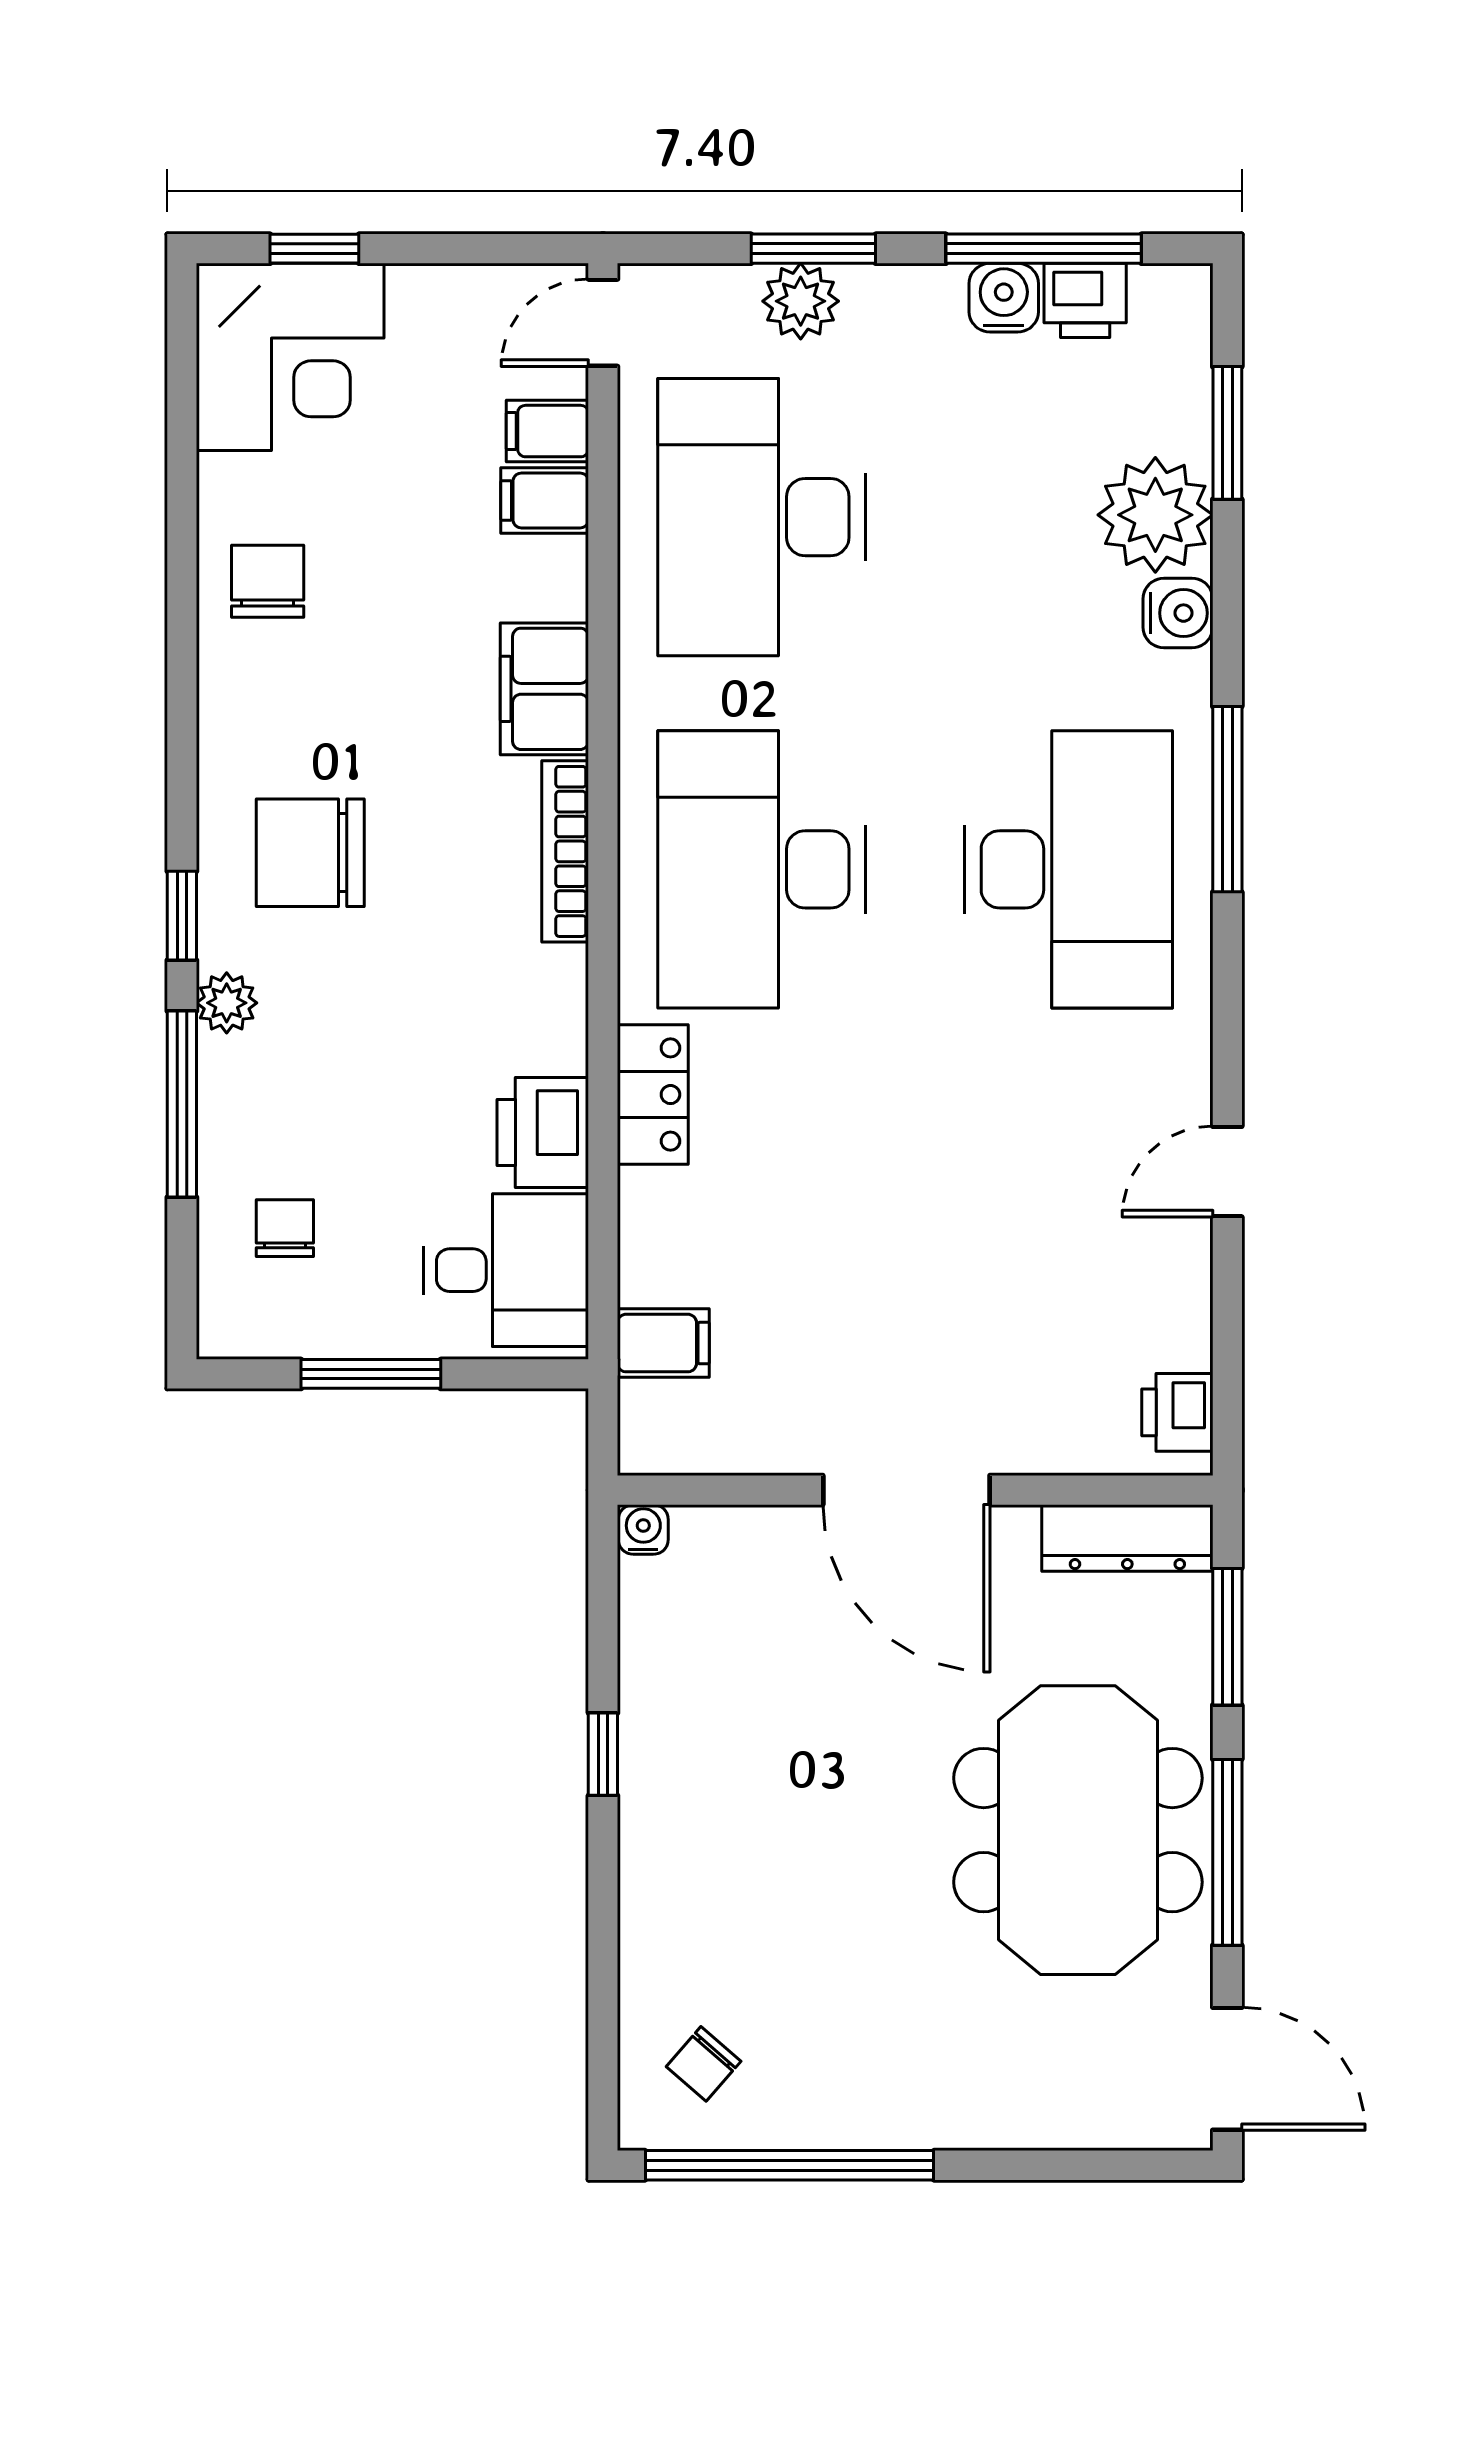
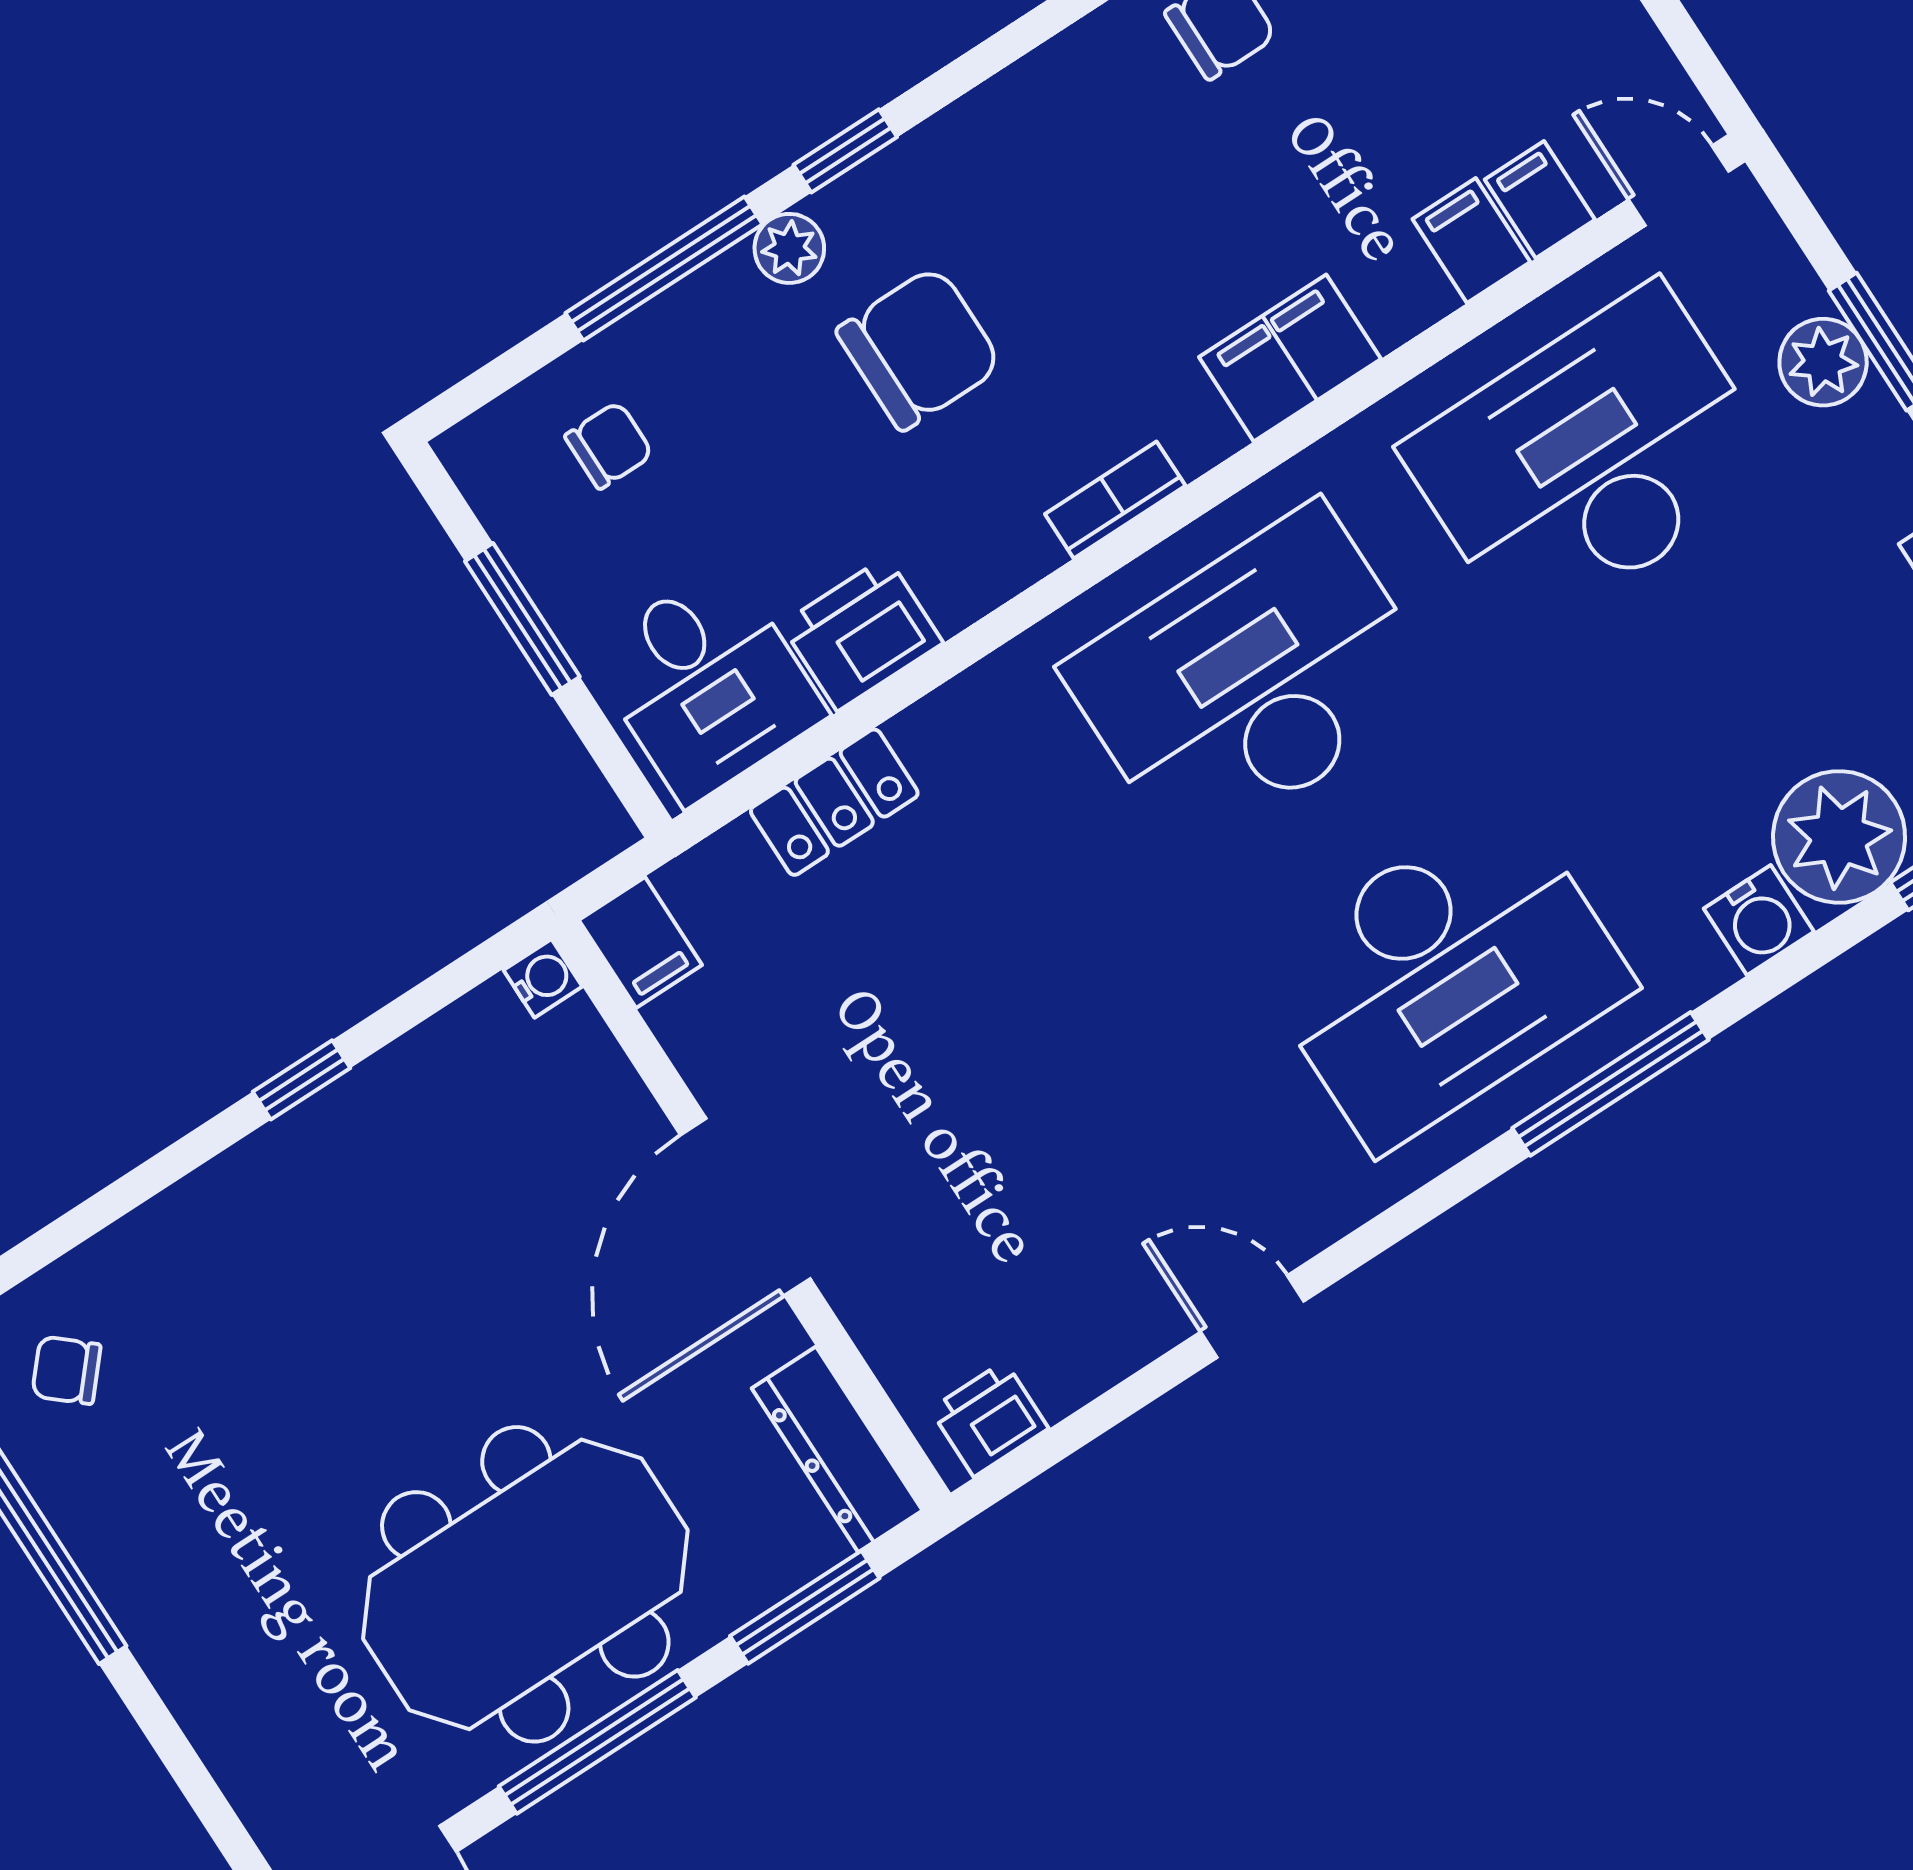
bookcase: (565, 851) -> (1115, 500), width x0.64
chair: (310, 853) -> (919, 348), moved, turned 90
locker: (653, 1095) -> (834, 802), moved
filing cabinet: (663, 1343) -> (640, 942), moved

